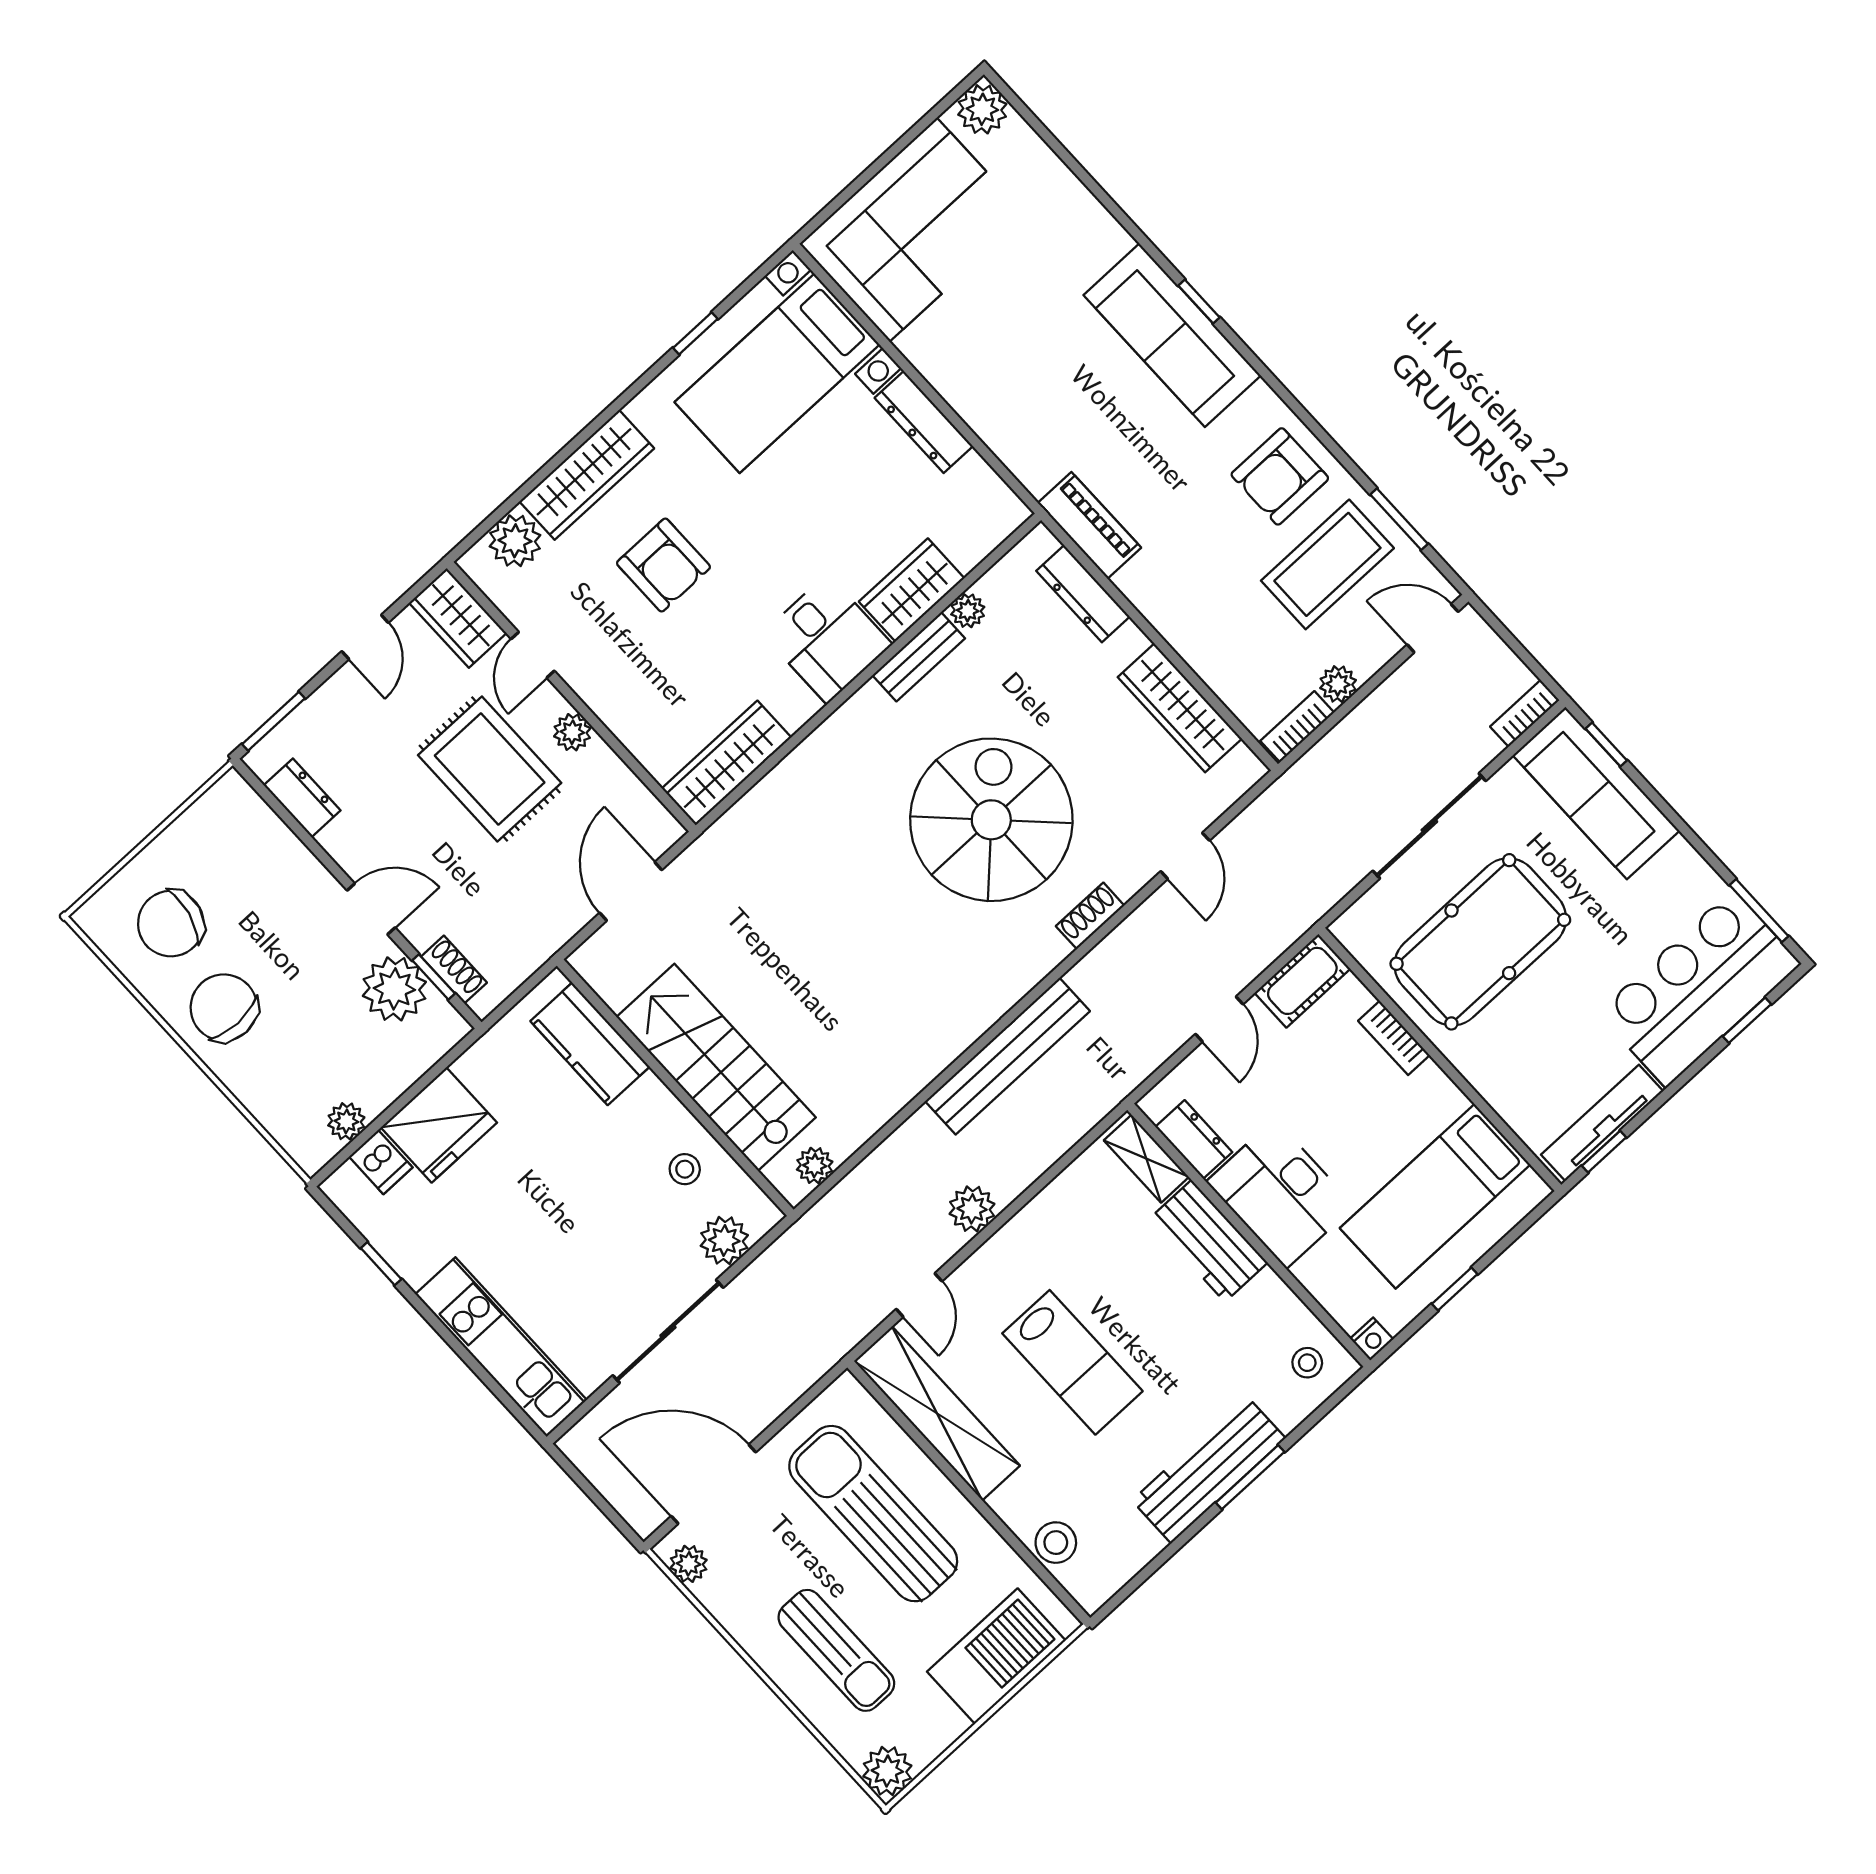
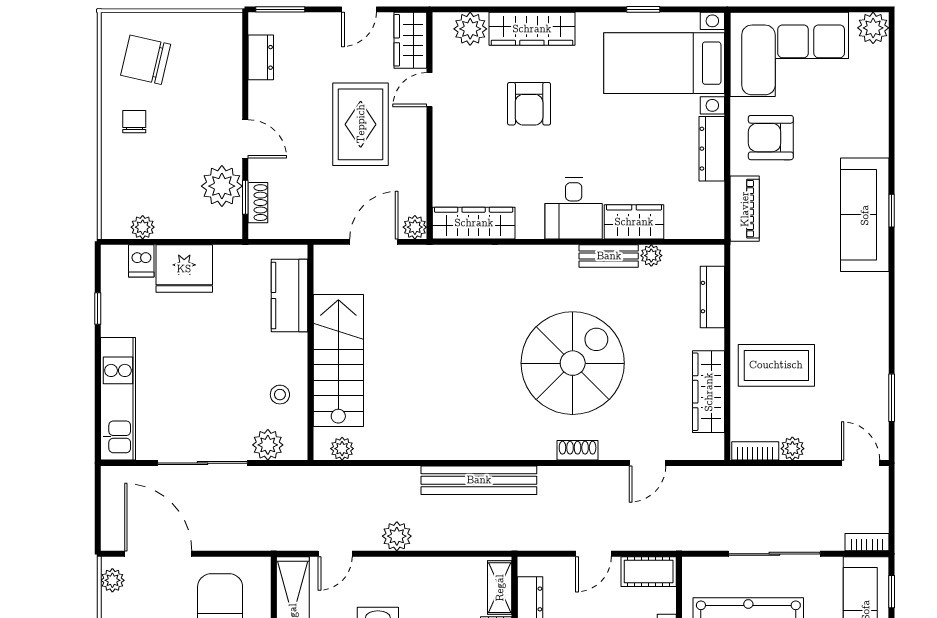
armchair: (1280, 476) -> (771, 138), moved
piano: (1089, 525) -> (745, 209), moved
coffee table: (1327, 564) -> (776, 365), moved
plant: (572, 732) -> (415, 227), moved
chair: (224, 1008) -> (134, 122), width x0.54, depth x0.54

